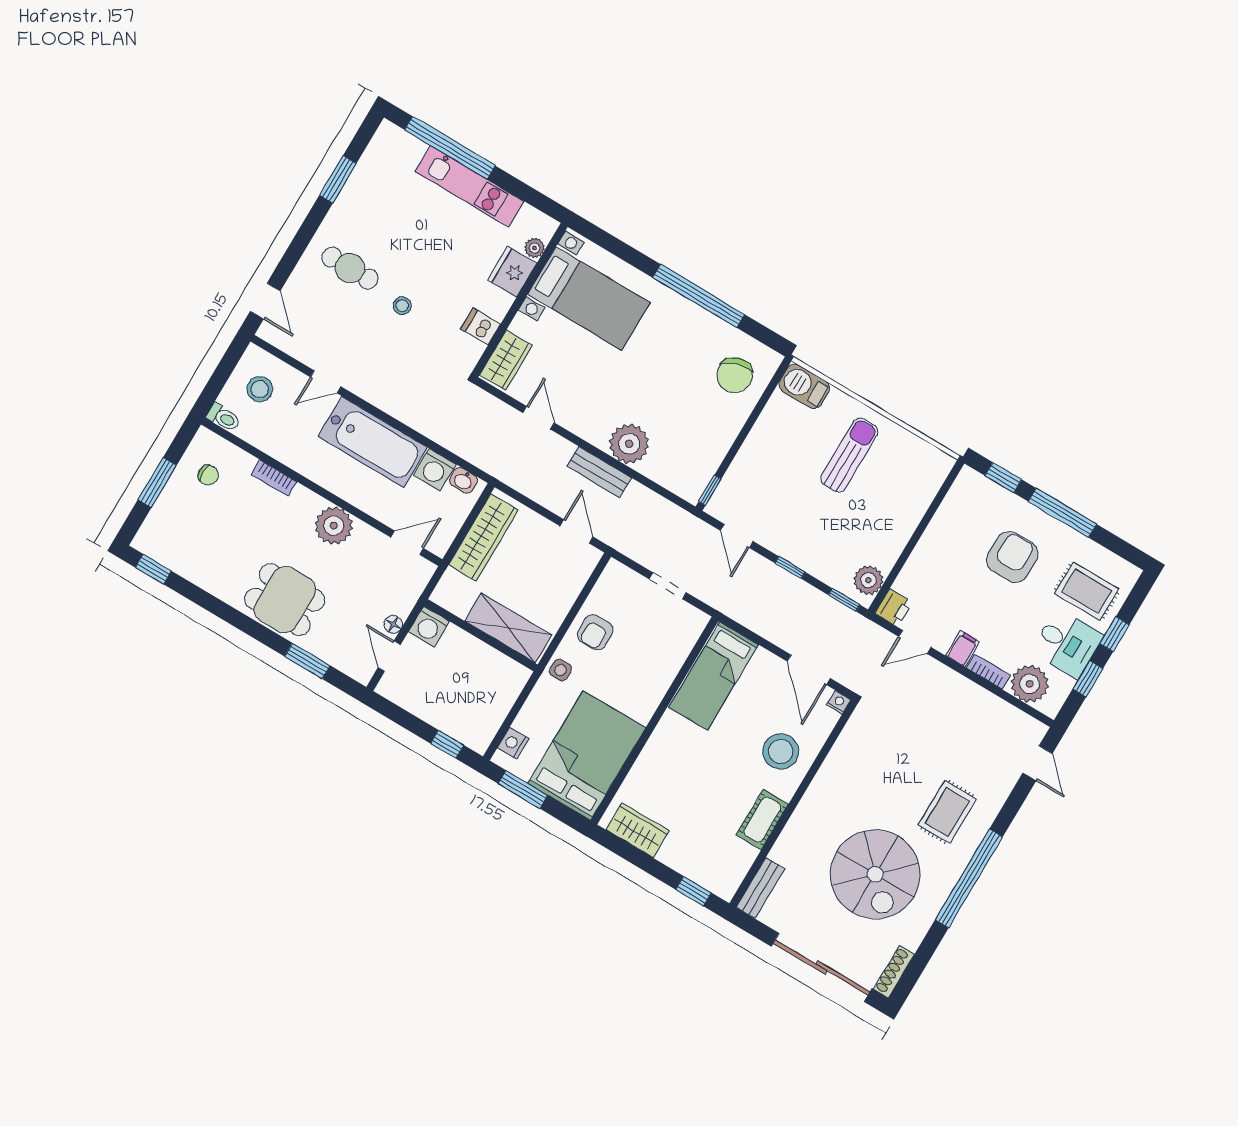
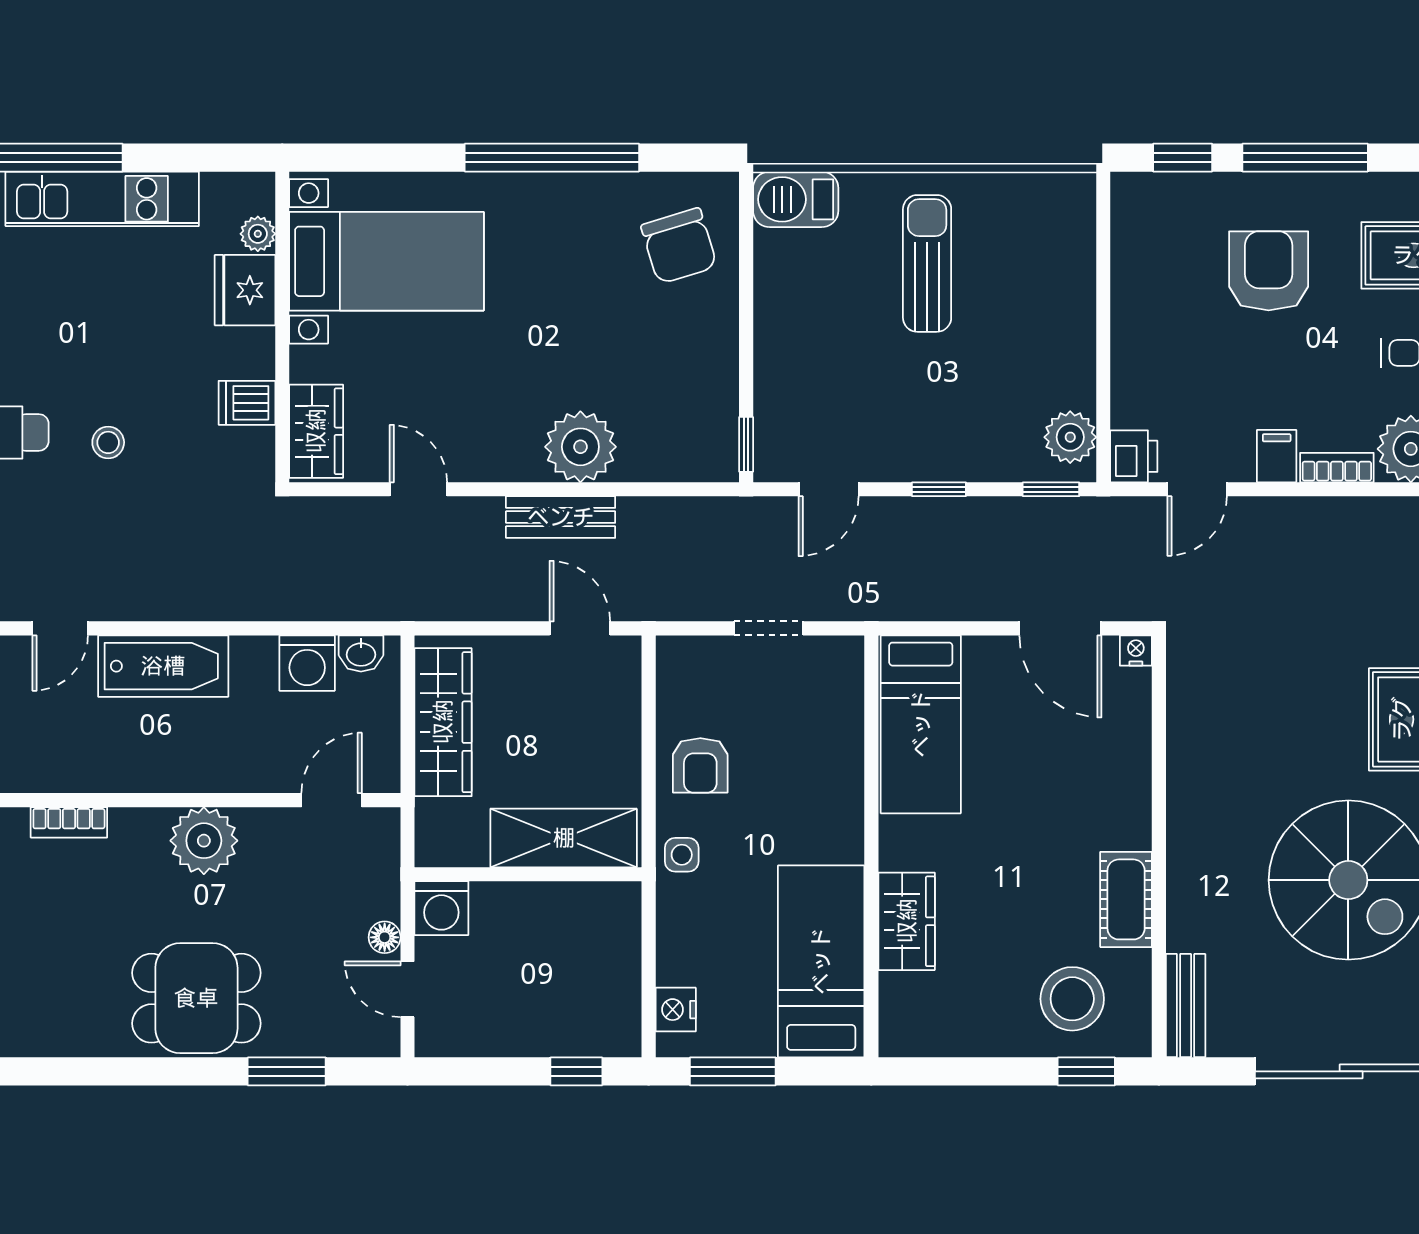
bathtub: (373, 442) -> (163, 666), width x0.73, depth x0.73
door: (737, 536) -> (829, 489), hinge flipped
stool: (781, 752) -> (1072, 999), moved
bed: (587, 756) -> (821, 961), width x0.67
wardrobe: (638, 830) -> (907, 921), moved, turned 90

